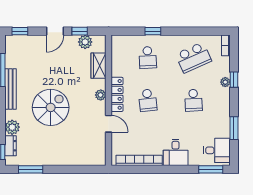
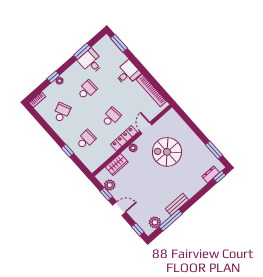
school desk: (193, 58) -> (62, 113), width x0.54
bench: (11, 89) -> (177, 204), width x0.73
spiral stairs: (51, 107) -> (167, 152), moved
plant: (12, 127) -> (155, 222), moved
desk: (217, 150) -> (91, 62), moved

